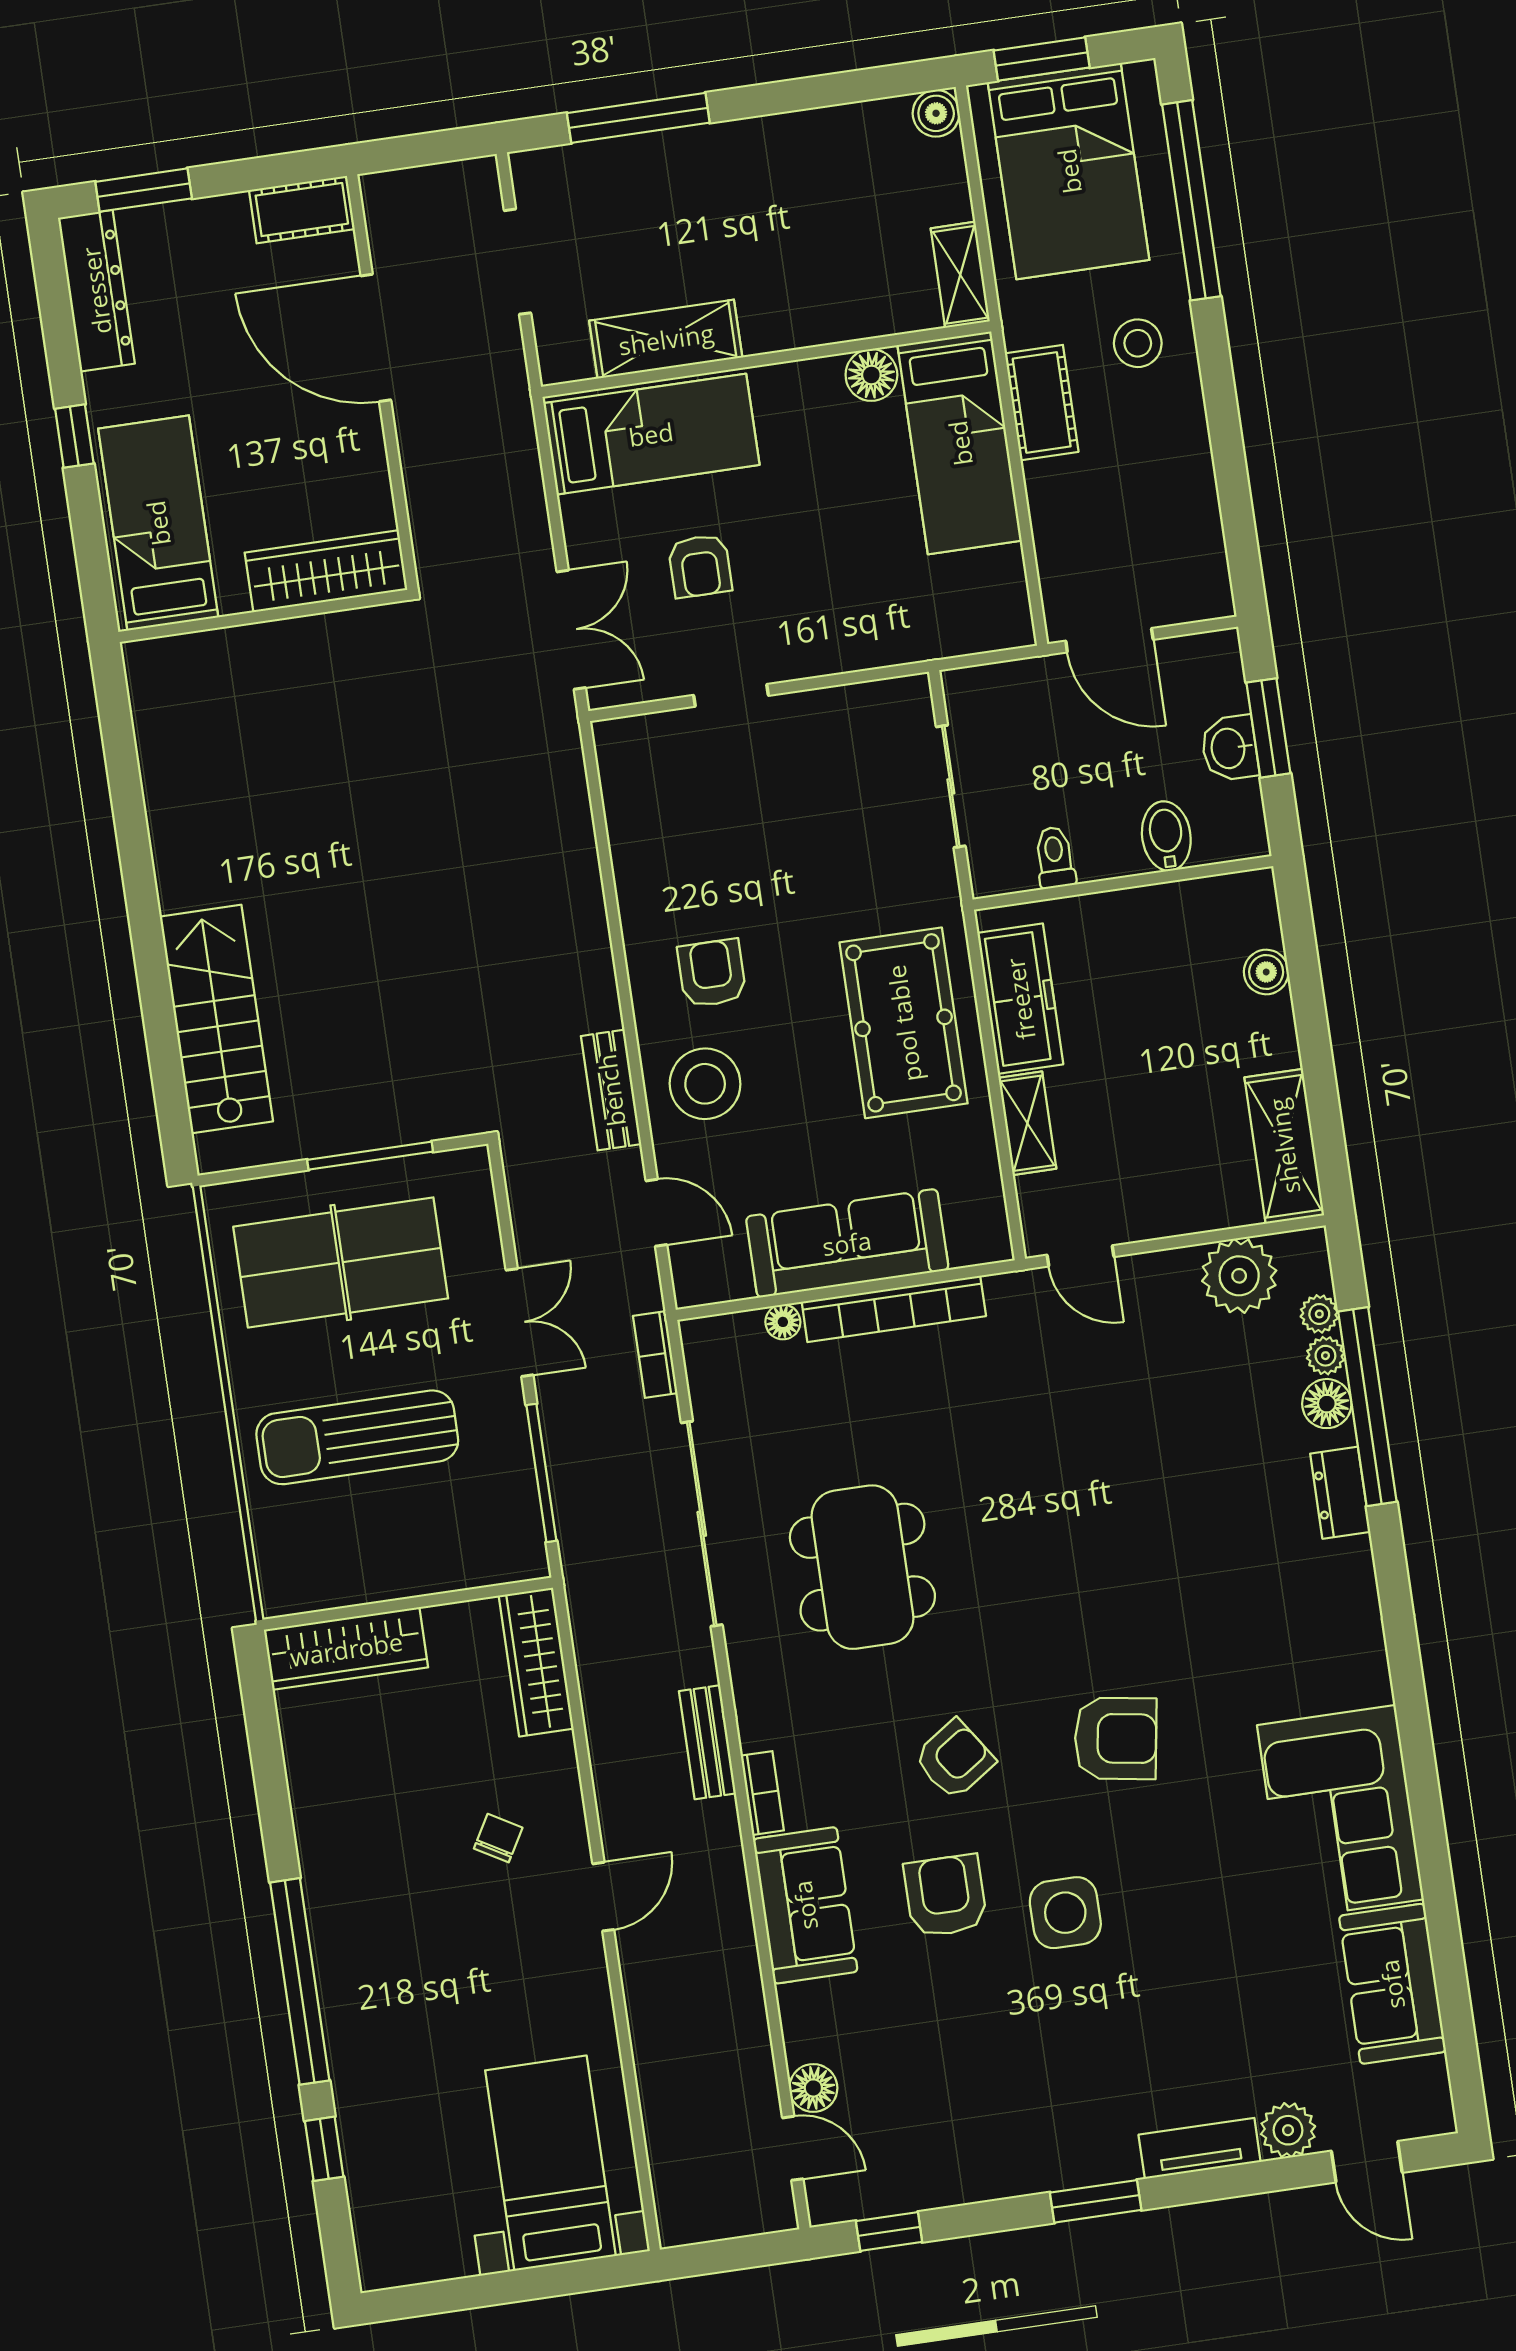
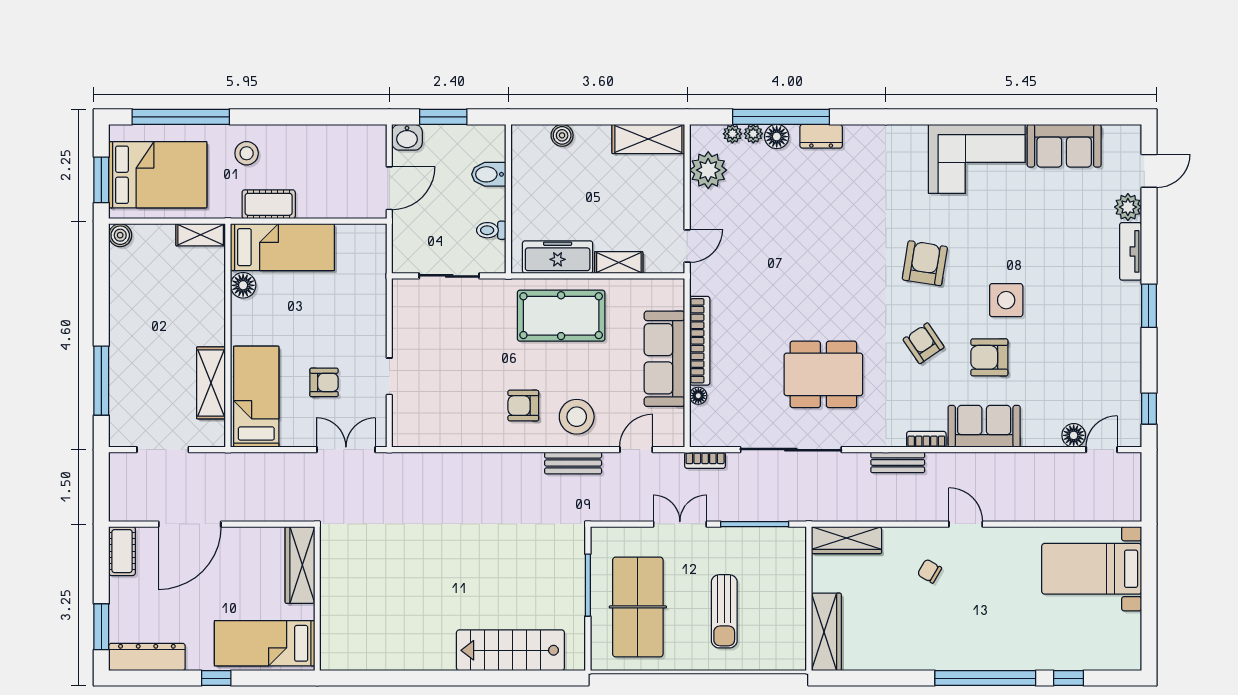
washbasin: (1230, 748) -> (407, 137), moved
sun lounger: (357, 1437) -> (724, 611), width x0.73, depth x0.75

